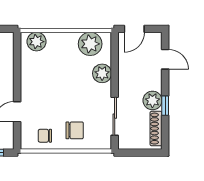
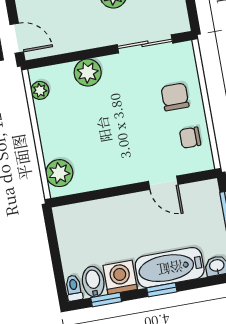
plant: (90, 44) -> (40, 90), width x0.53, depth x0.53
chair: (45, 136) -> (190, 138), turned 90

